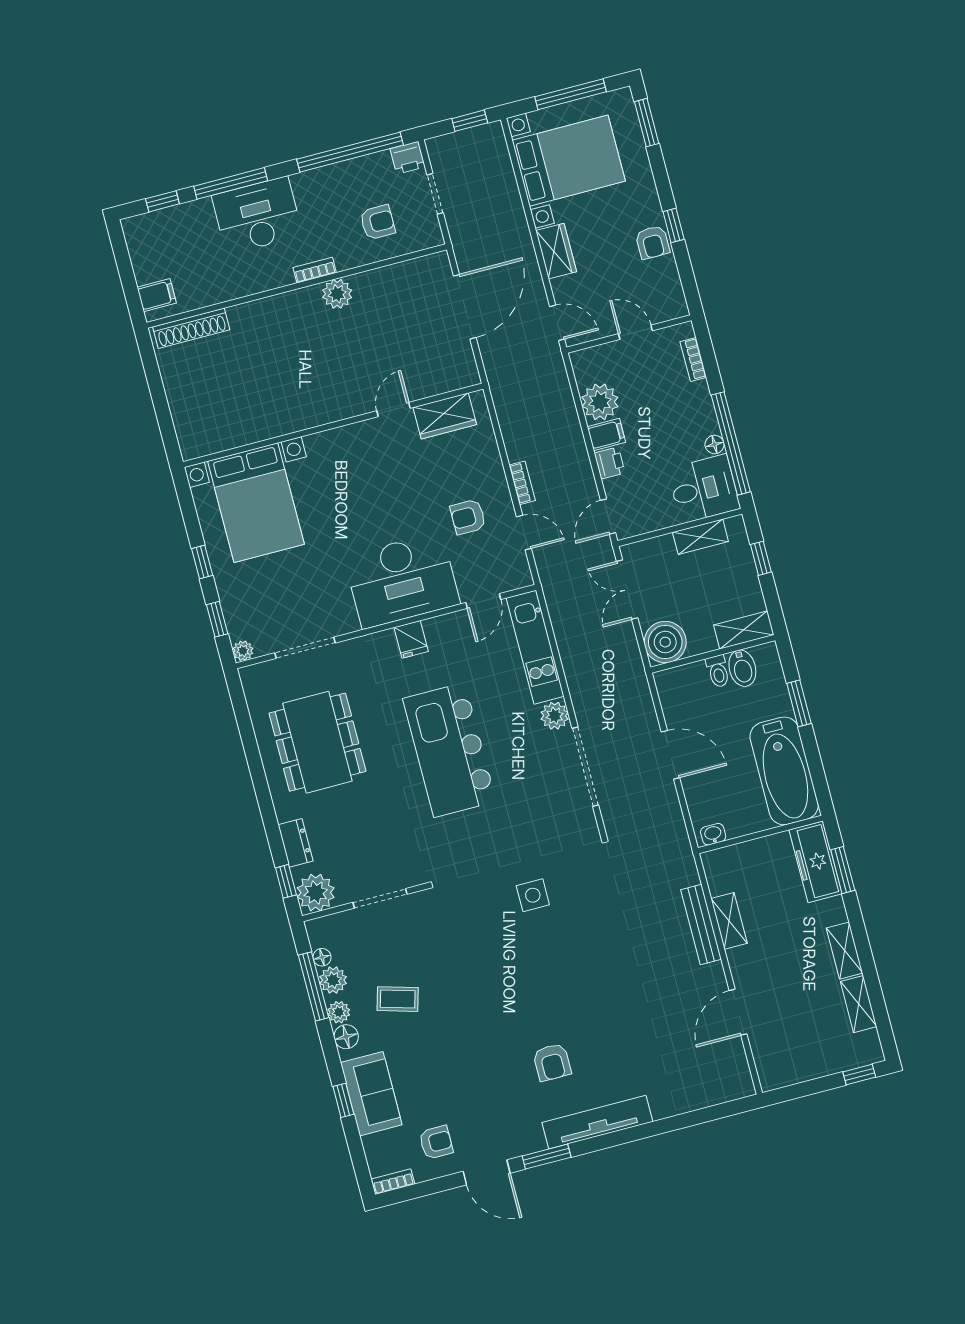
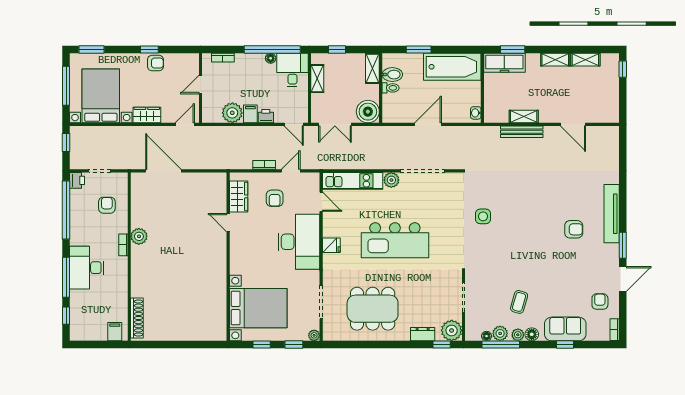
door: (394, 410) -> (228, 223), moved
wardrobe: (445, 416) -> (239, 196), moved
wall: (333, 425) -> (228, 257), moved
bed with nightstands: (256, 503) -> (258, 308), moved

